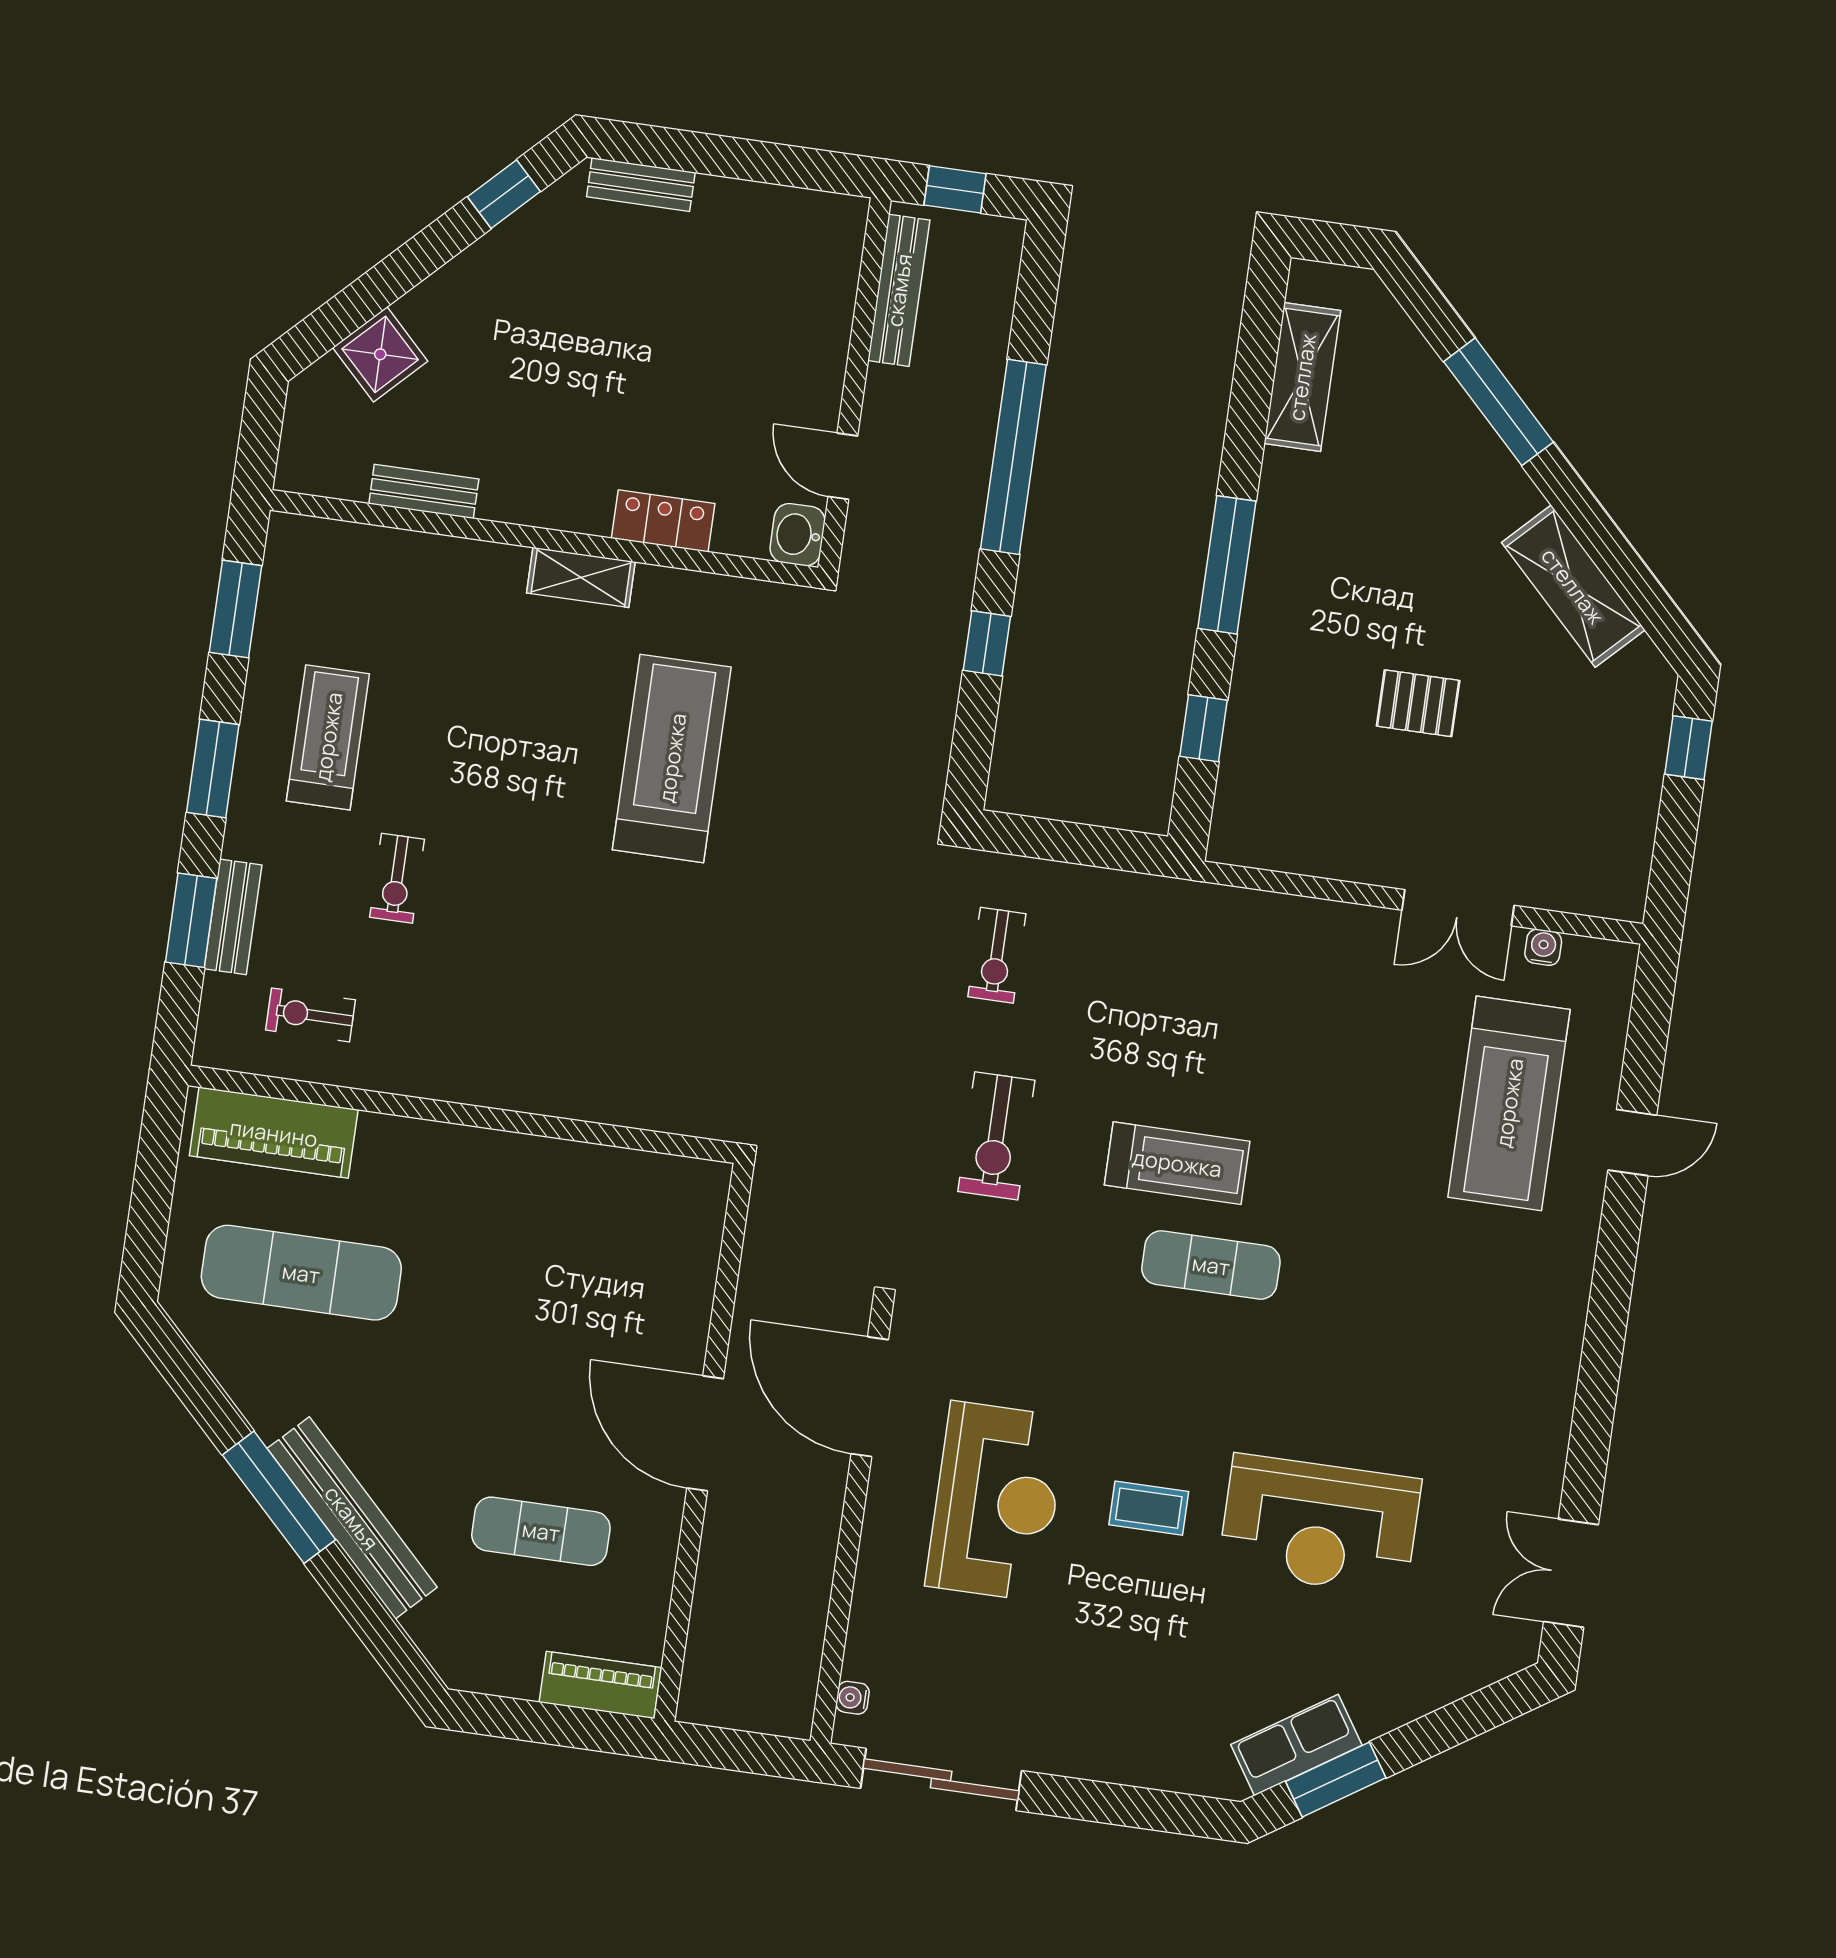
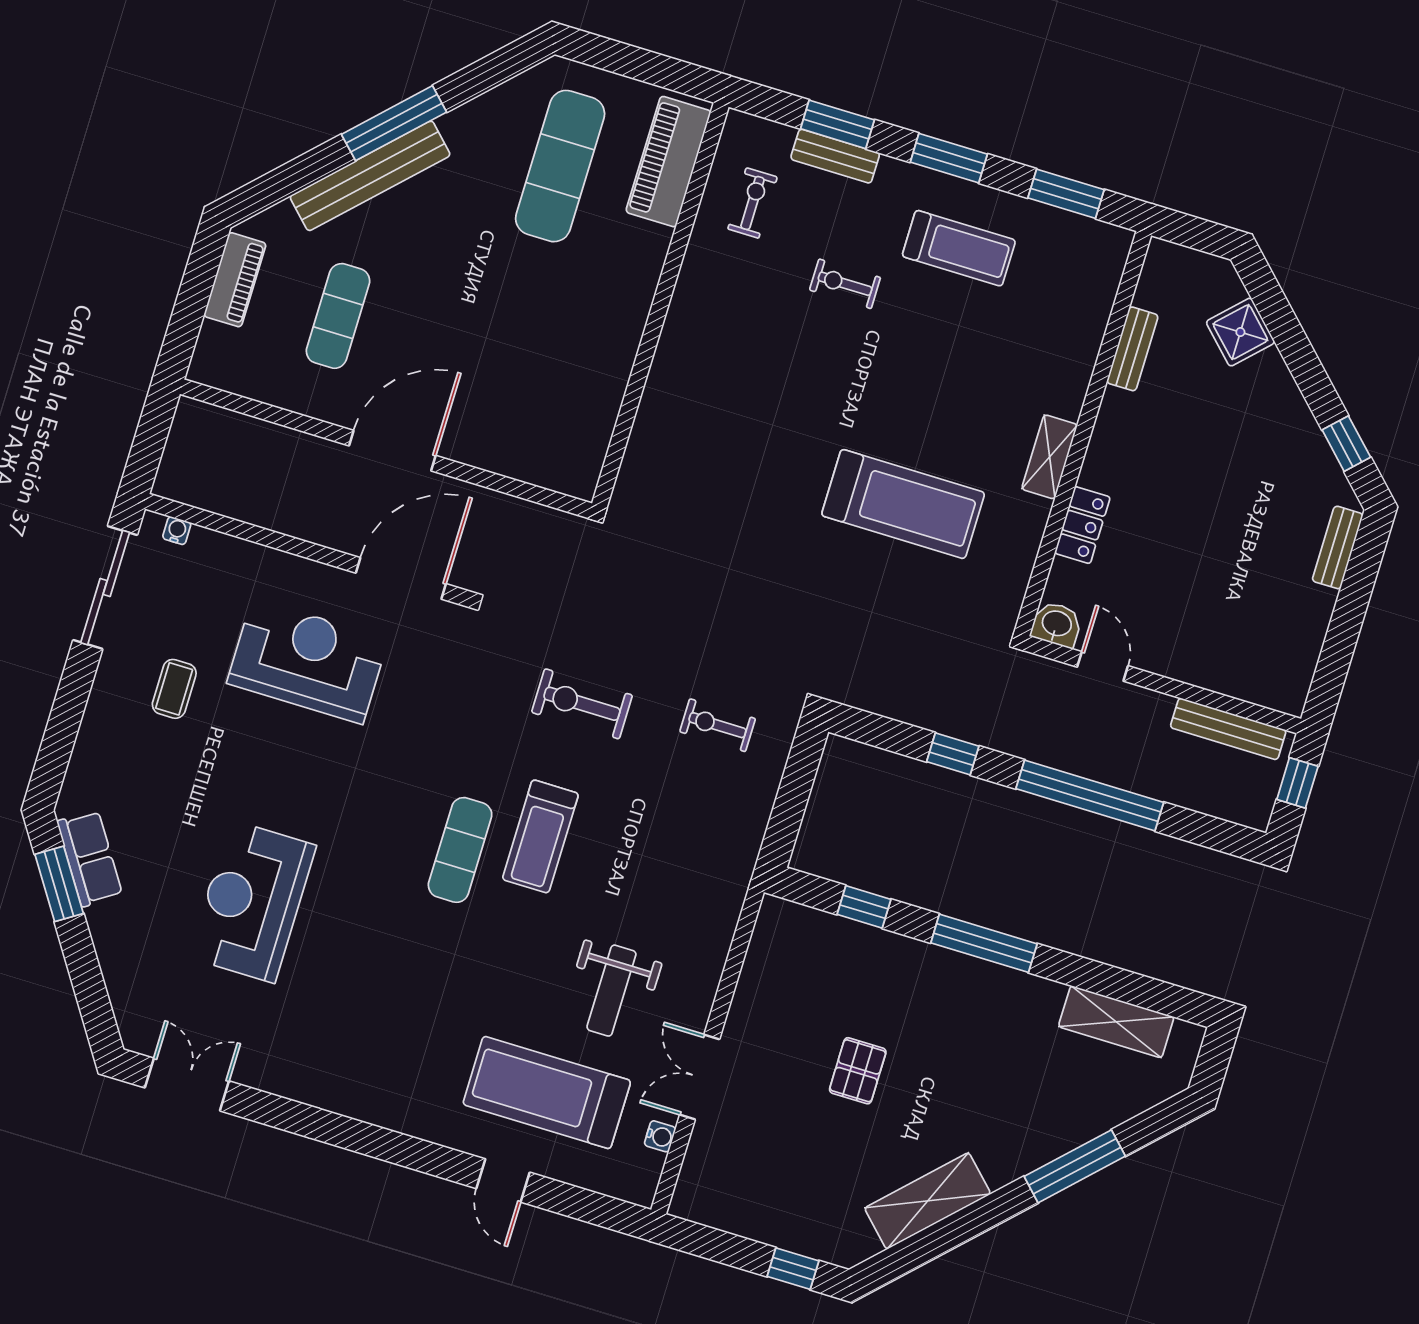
door: (843, 466) -> (1103, 666), hinge flipped
weight bench: (1363, 1040) -> (611, 991), added
reception desk: (996, 1501) -> (308, 661), turned 180
coffee table: (1149, 1508) -> (174, 689), moved
piano: (600, 1685) -> (235, 280), moved

